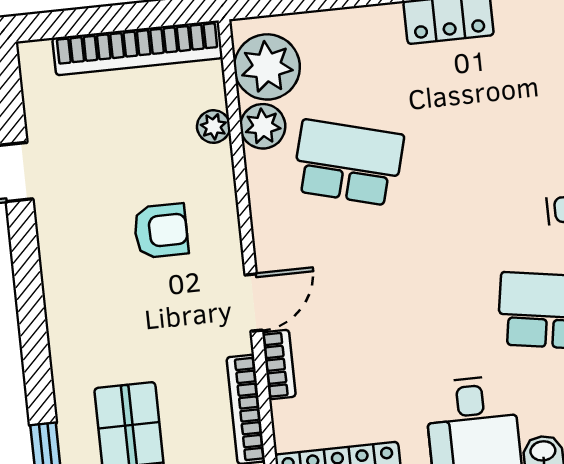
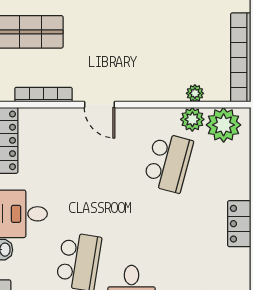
armchair: (161, 231) -> (143, 60), removed
bookcase: (279, 364) -> (65, 115), removed

